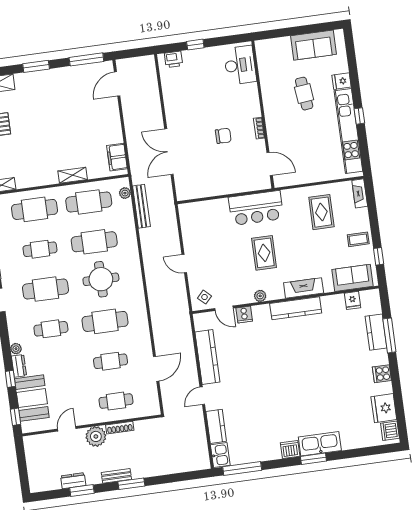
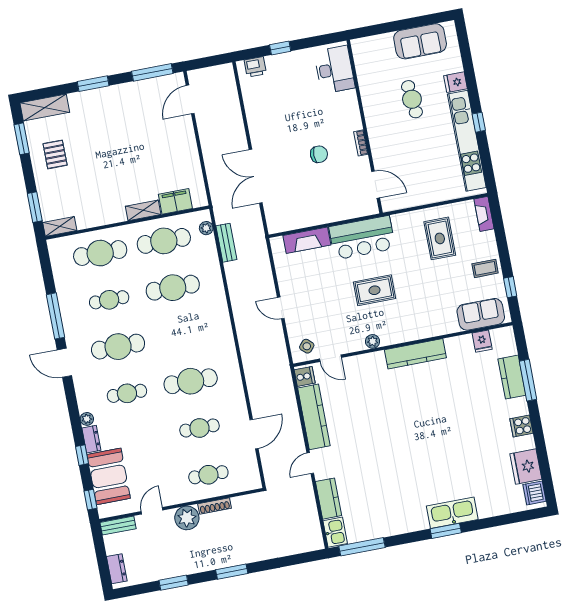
filing cabinet: (117, 157) -> (175, 201), moved, turned 90
bench: (141, 206) -> (226, 243), width x0.73
rug: (264, 253) -> (375, 290), turned 90
round table: (101, 279) -> (183, 332), removed
fireplace: (304, 288) -> (307, 240), moved, turned 180
cooker: (244, 315) -> (305, 376), moved, turned -90
dishwasher: (290, 449) -> (417, 521), removed
bench: (116, 476) -> (118, 526), moved
dresser: (73, 481) -> (117, 569), moved, turned 90

